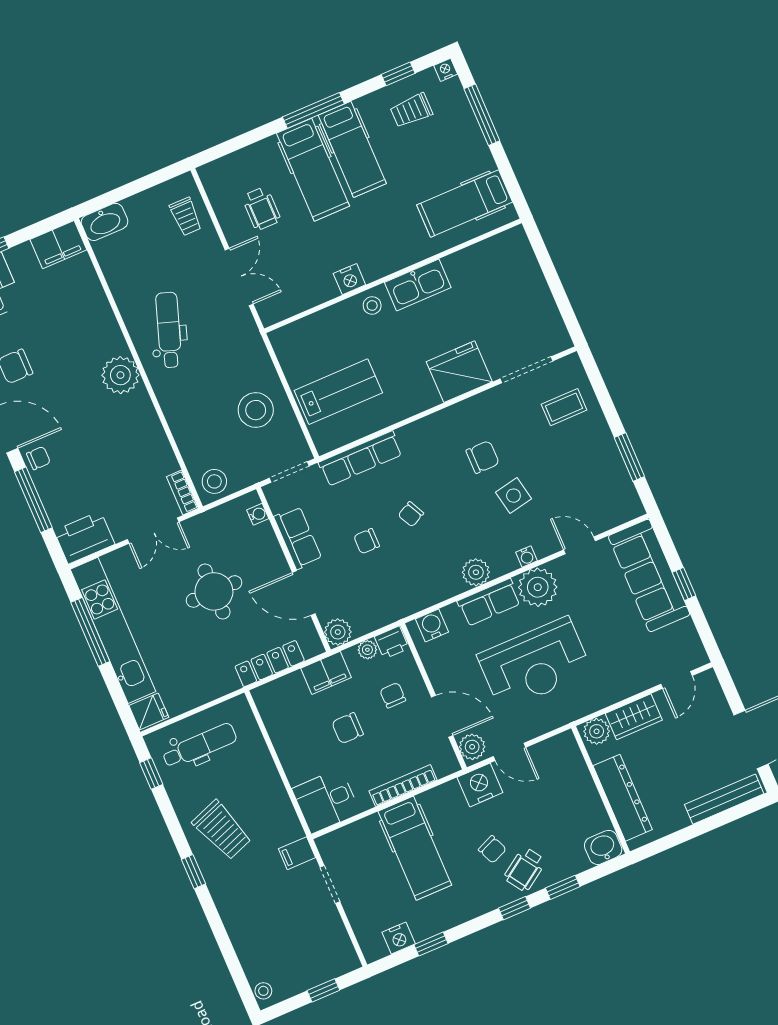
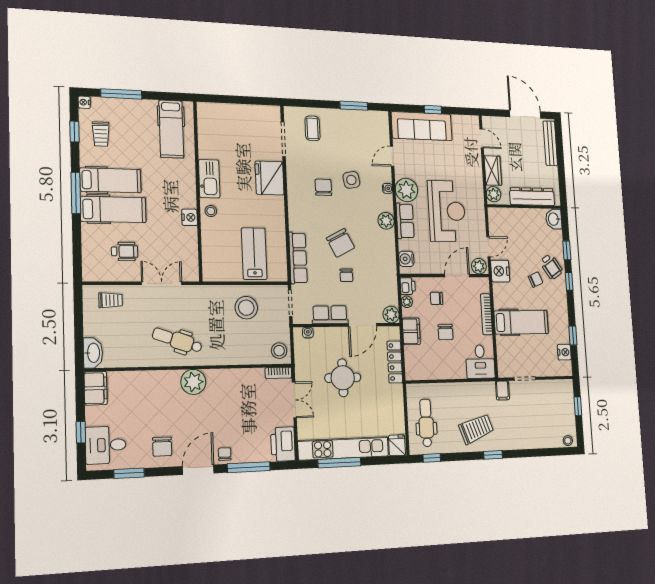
chair: (411, 514) -> (340, 243), width x1.87, depth x1.87

